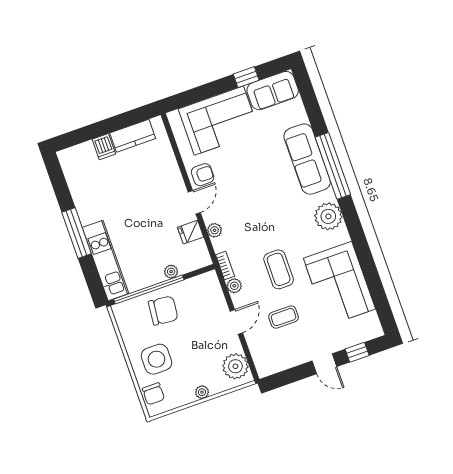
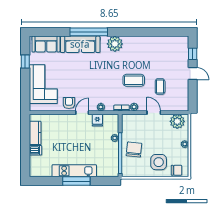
sofa: (273, 91) -> (46, 44), moved, turned 90
door: (194, 202) -> (82, 113), hinge flipped
kitchen unit: (106, 261) -> (74, 171), moved
corner sofa: (339, 284) -> (153, 50), removed
door: (324, 364) -> (193, 74), hinge flipped

